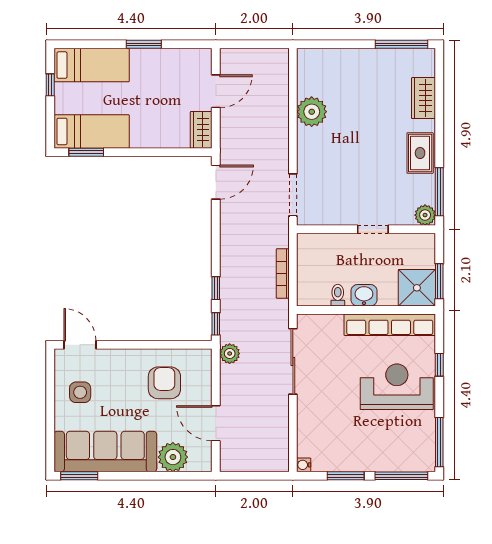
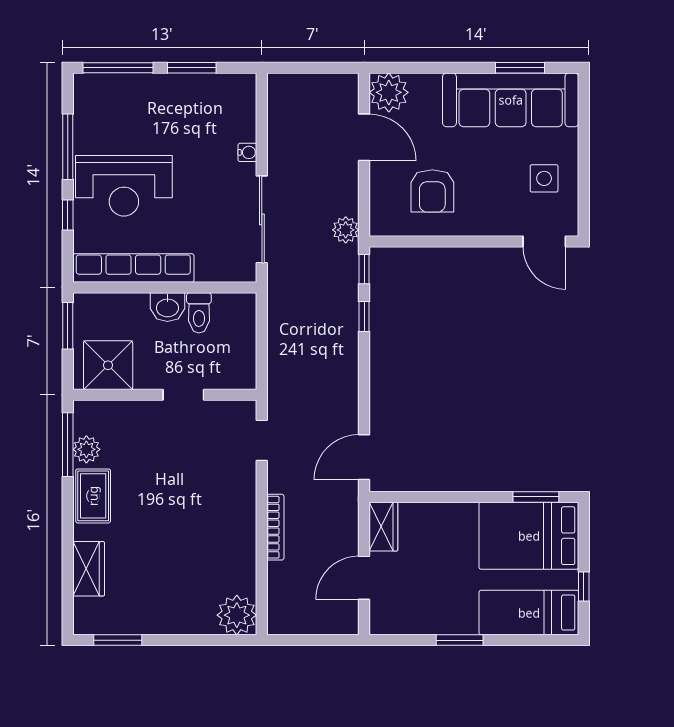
window: (401, 44) -> (118, 640), width x0.69
plant: (312, 112) -> (237, 615), moved
bed: (92, 131) -> (529, 536), width x1.50
doorway: (293, 195) -> (262, 440), width x0.73
plant: (425, 215) -> (86, 449), moved
doorway: (373, 229) -> (183, 395), moved
bookcase: (283, 273) -> (275, 527), moved
shower: (417, 288) -> (108, 365), moved
toilet: (338, 295) -> (199, 313), width x1.37, depth x1.39
window: (439, 442) -> (68, 147), moved
plant: (173, 457) -> (389, 92), moved
water cooler: (304, 465) -> (247, 152), moved
window: (79, 476) -> (520, 68), moved

